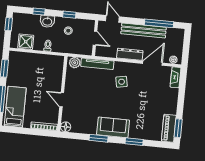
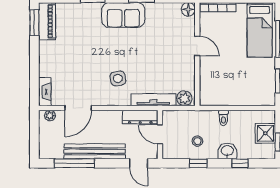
shower: (26, 42) -> (265, 133), moved
dresser: (130, 54) -> (140, 117), moved

